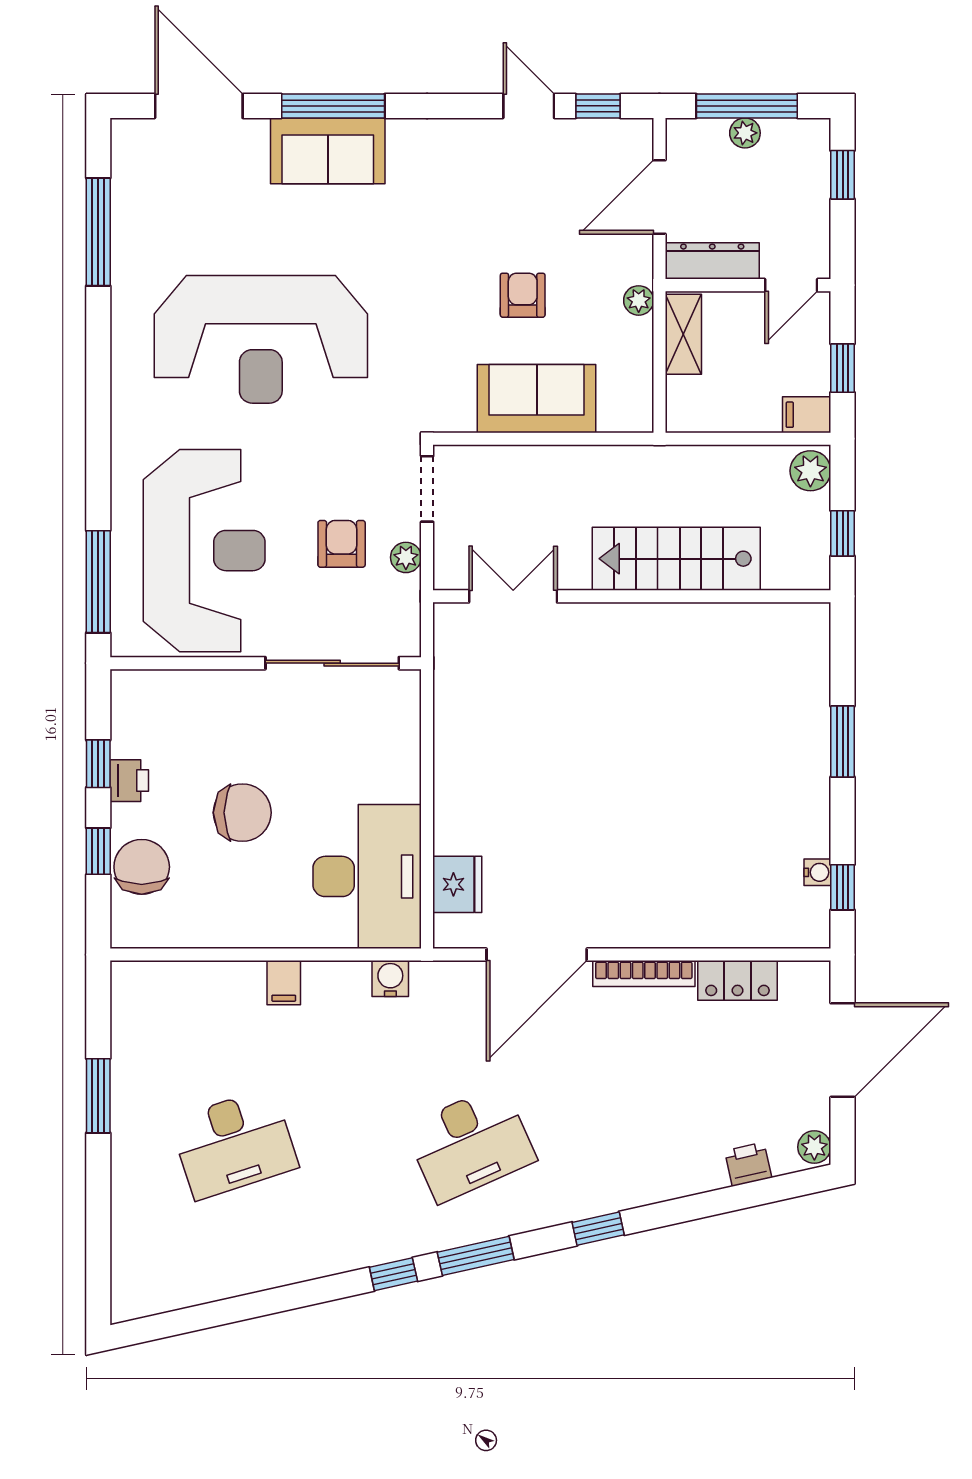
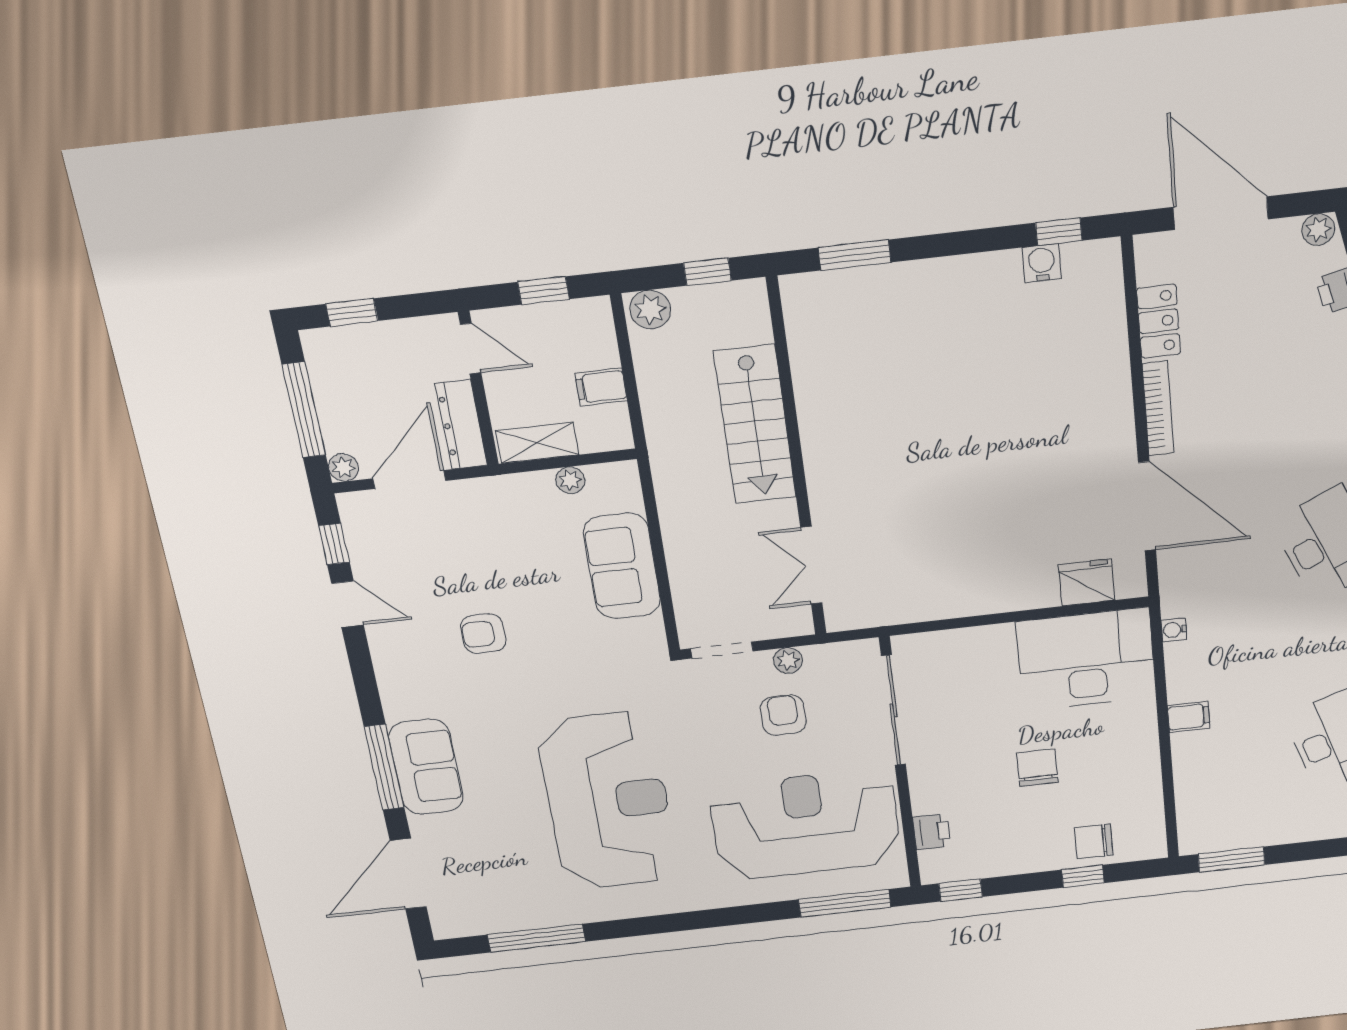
door: (529, 106) -> (348, 604), swing flipped
plant: (745, 133) -> (344, 468), moved
door: (659, 197) -> (409, 480), swing flipped
armchair: (523, 295) -> (483, 634), moved
plant: (639, 300) -> (570, 480), moved
filing cabinet: (807, 415) -> (601, 387), moved, turned 90
armchair: (342, 544) -> (783, 715), turned 90
window: (843, 742) -> (855, 255), moved
window: (98, 764) -> (961, 890), moved
printer: (129, 781) -> (931, 832), moved, turned 90
chair: (242, 813) -> (1037, 768), width x0.73, depth x0.73
chair: (142, 867) -> (1094, 841), width x0.73, depth x0.73
water cooler: (817, 872) -> (1042, 263), width x1.38, depth x1.38
water cooler: (390, 979) -> (1174, 630), width x0.72, depth x0.72
window: (98, 1096) -> (1231, 860), moved

